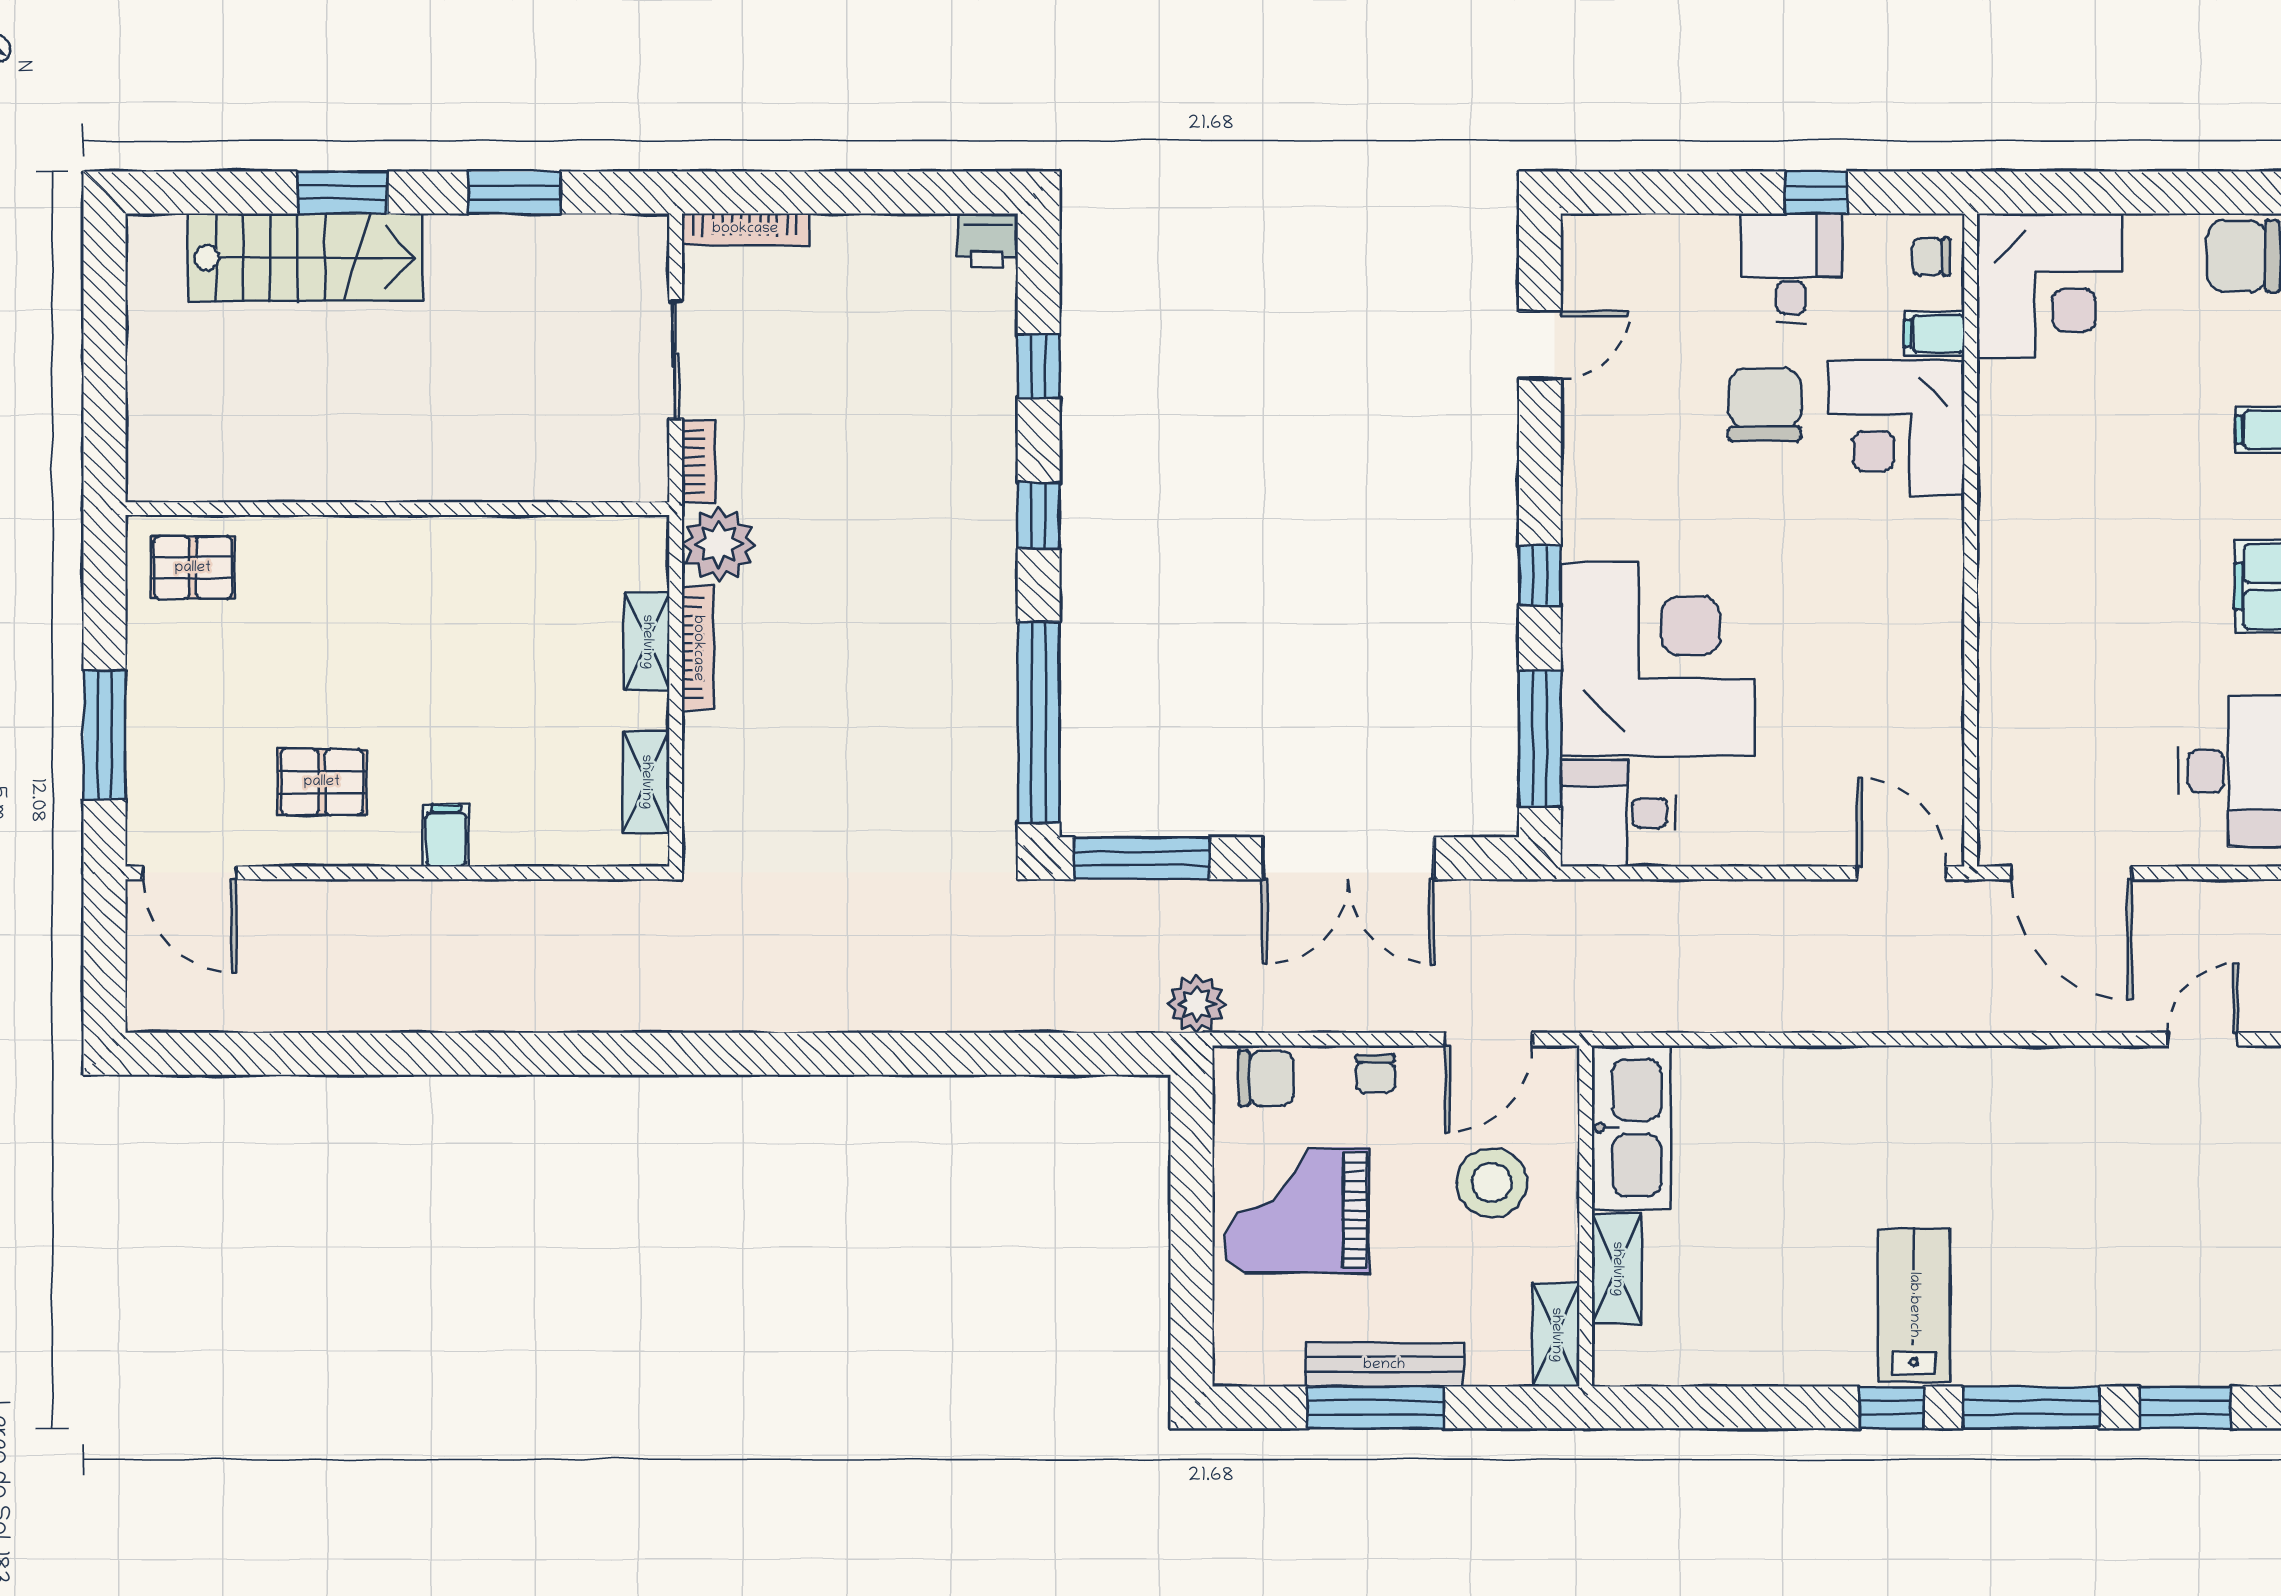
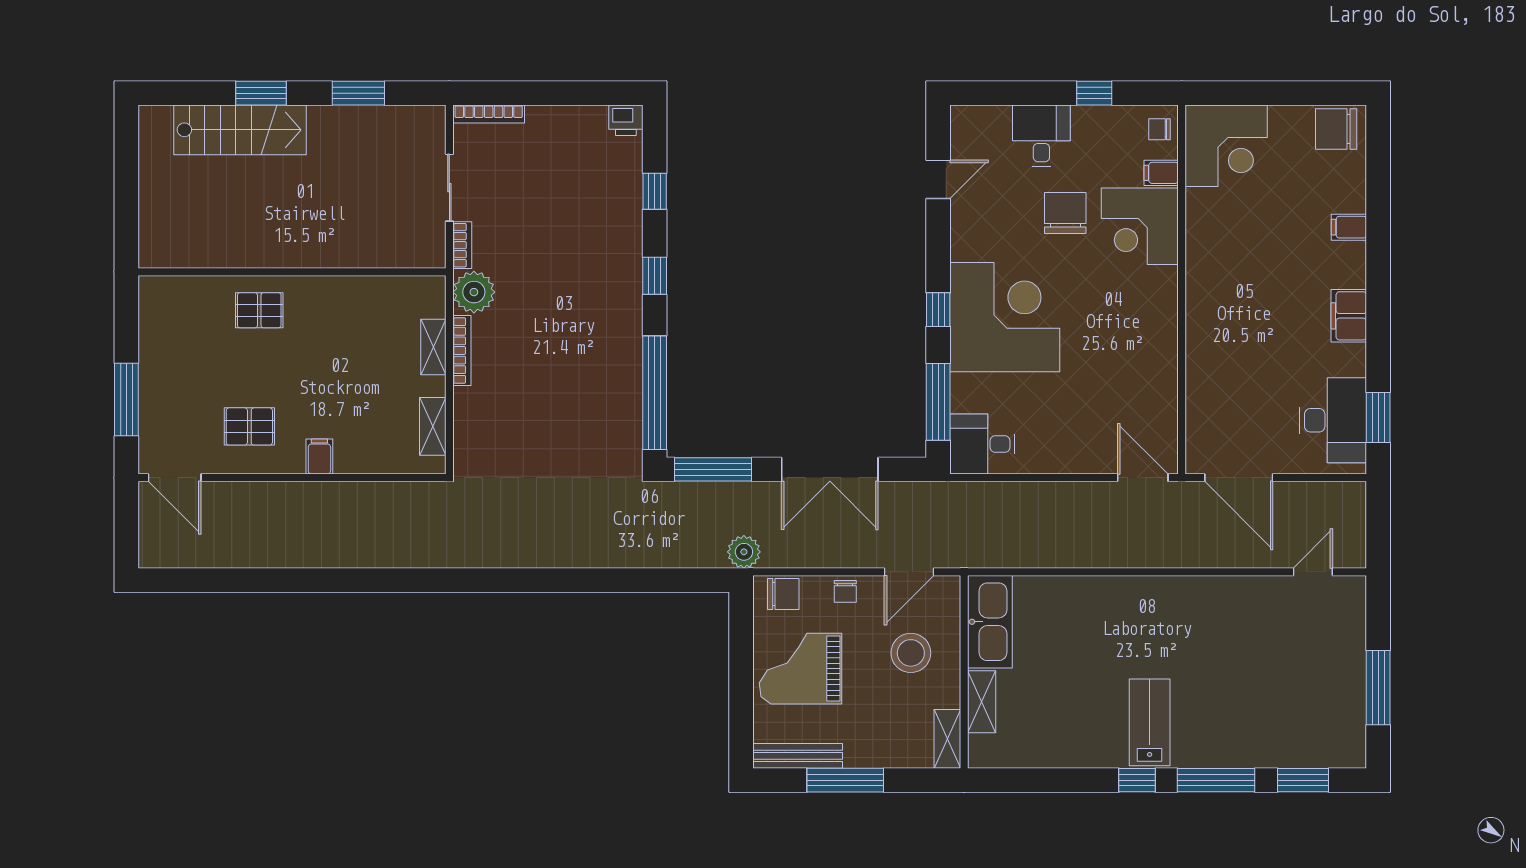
desk: (1791, 268) -> (1041, 136), moved
pallet: (193, 568) -> (259, 310), moved
corner desk: (1658, 659) -> (1005, 317), moved
bench: (1384, 1365) -> (798, 756), moved

